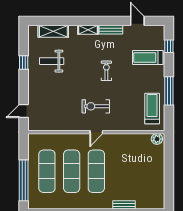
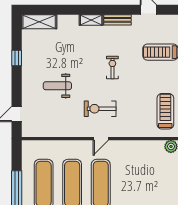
shelving: (53, 31) -> (39, 22), moved
weight bench: (52, 61) -> (57, 86), moved

